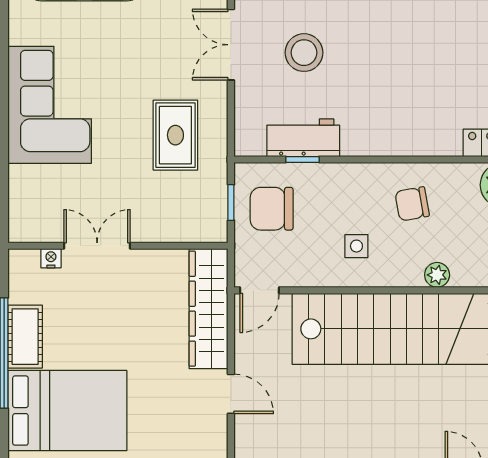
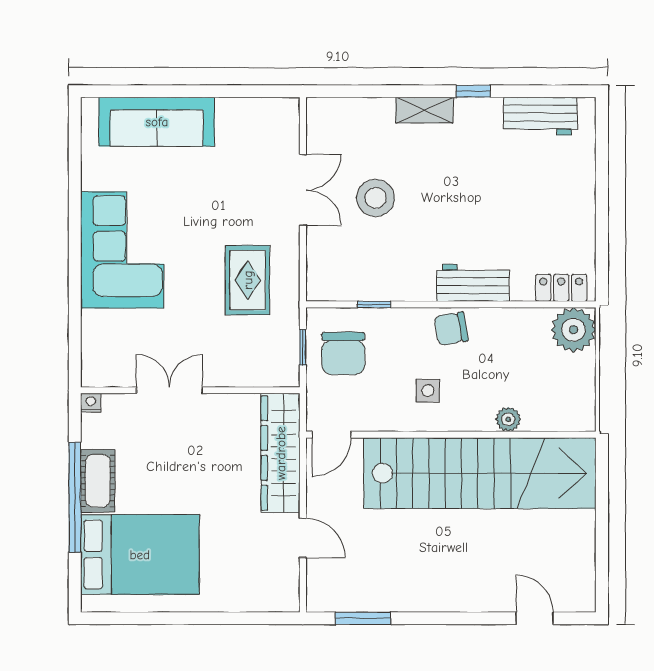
double door: (231, 45) -> (303, 190), swing flipped
workbench: (303, 138) -> (473, 283), moved
chair: (412, 204) -> (451, 329), moved
chair: (272, 209) -> (343, 353), turned -90
nightstand: (51, 258) -> (91, 403), moved

